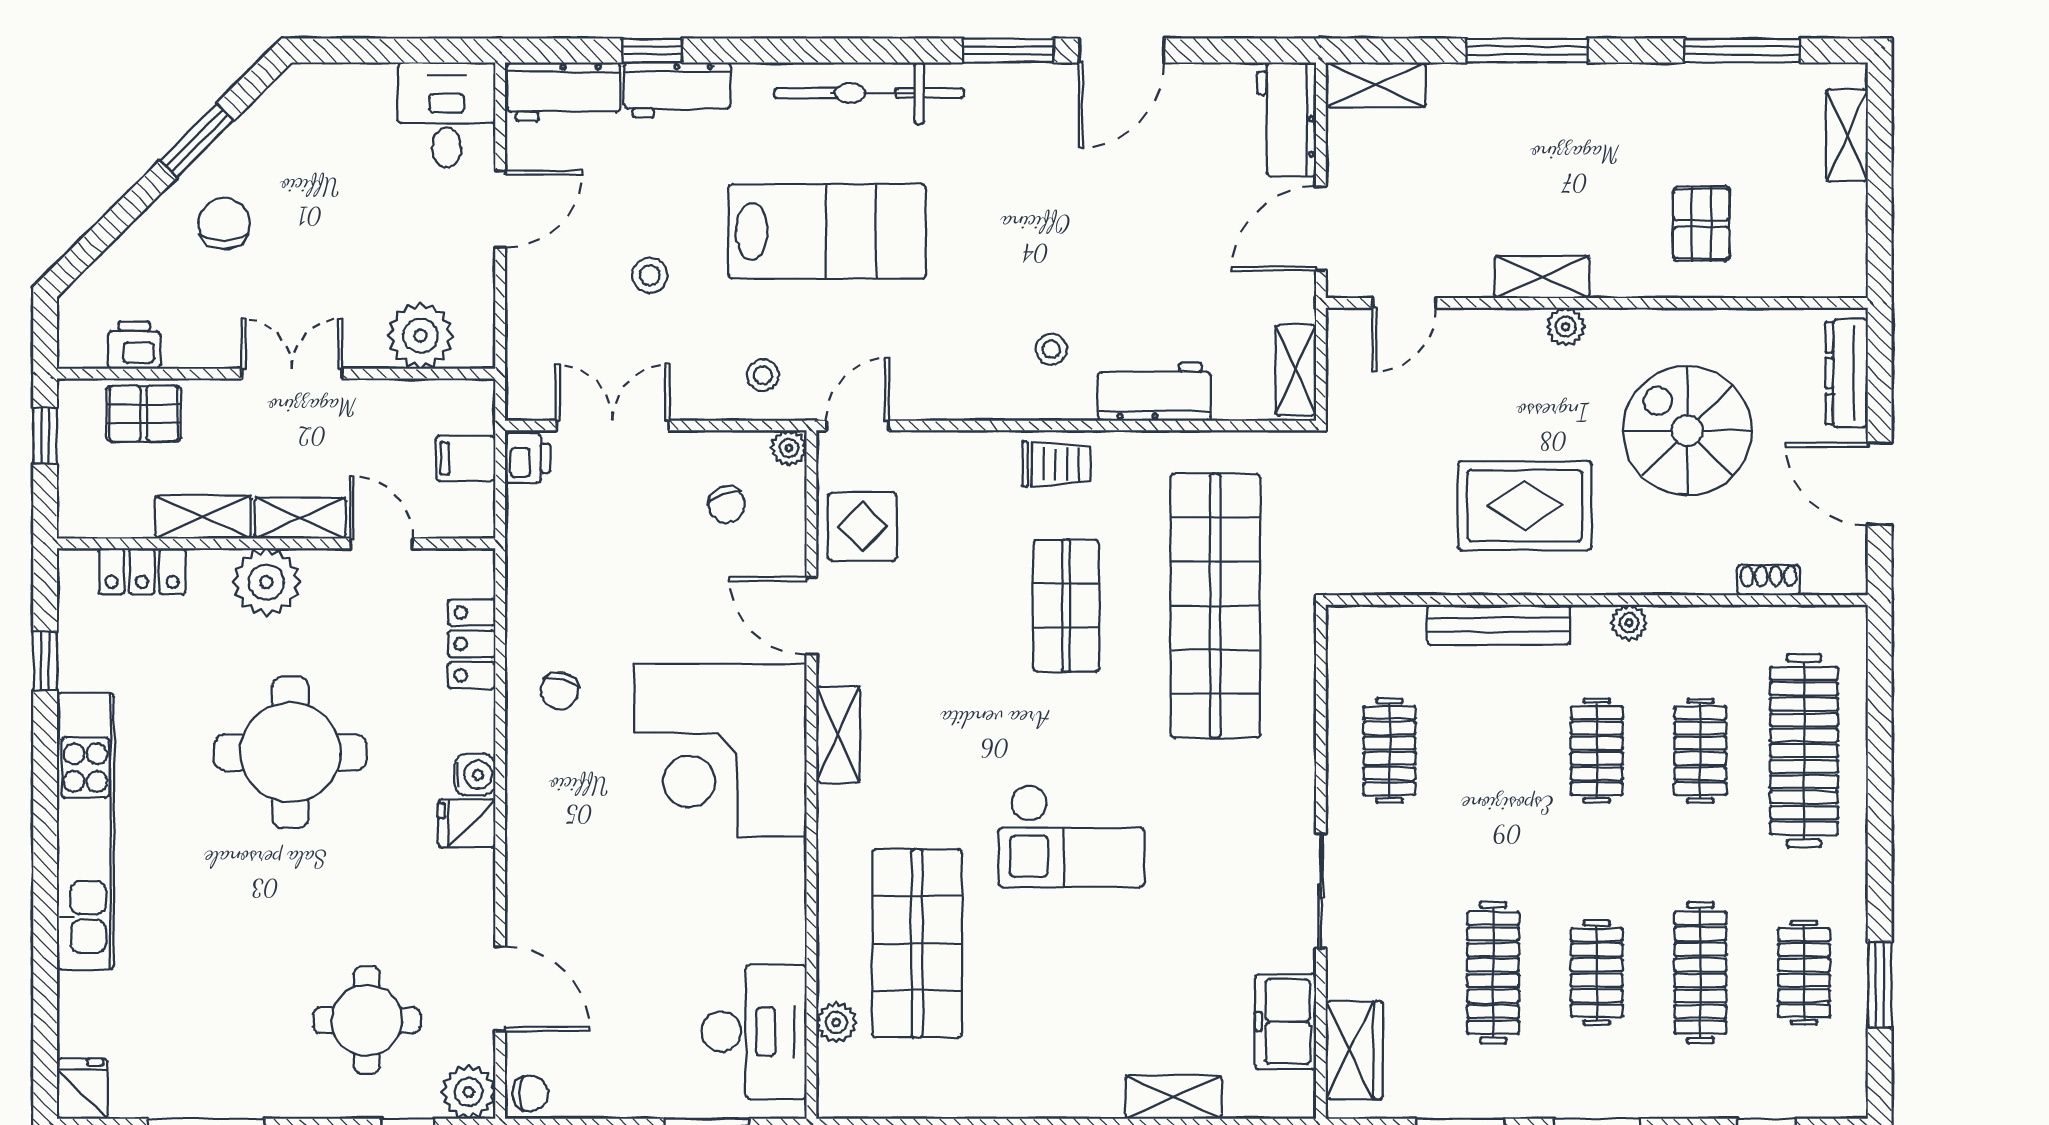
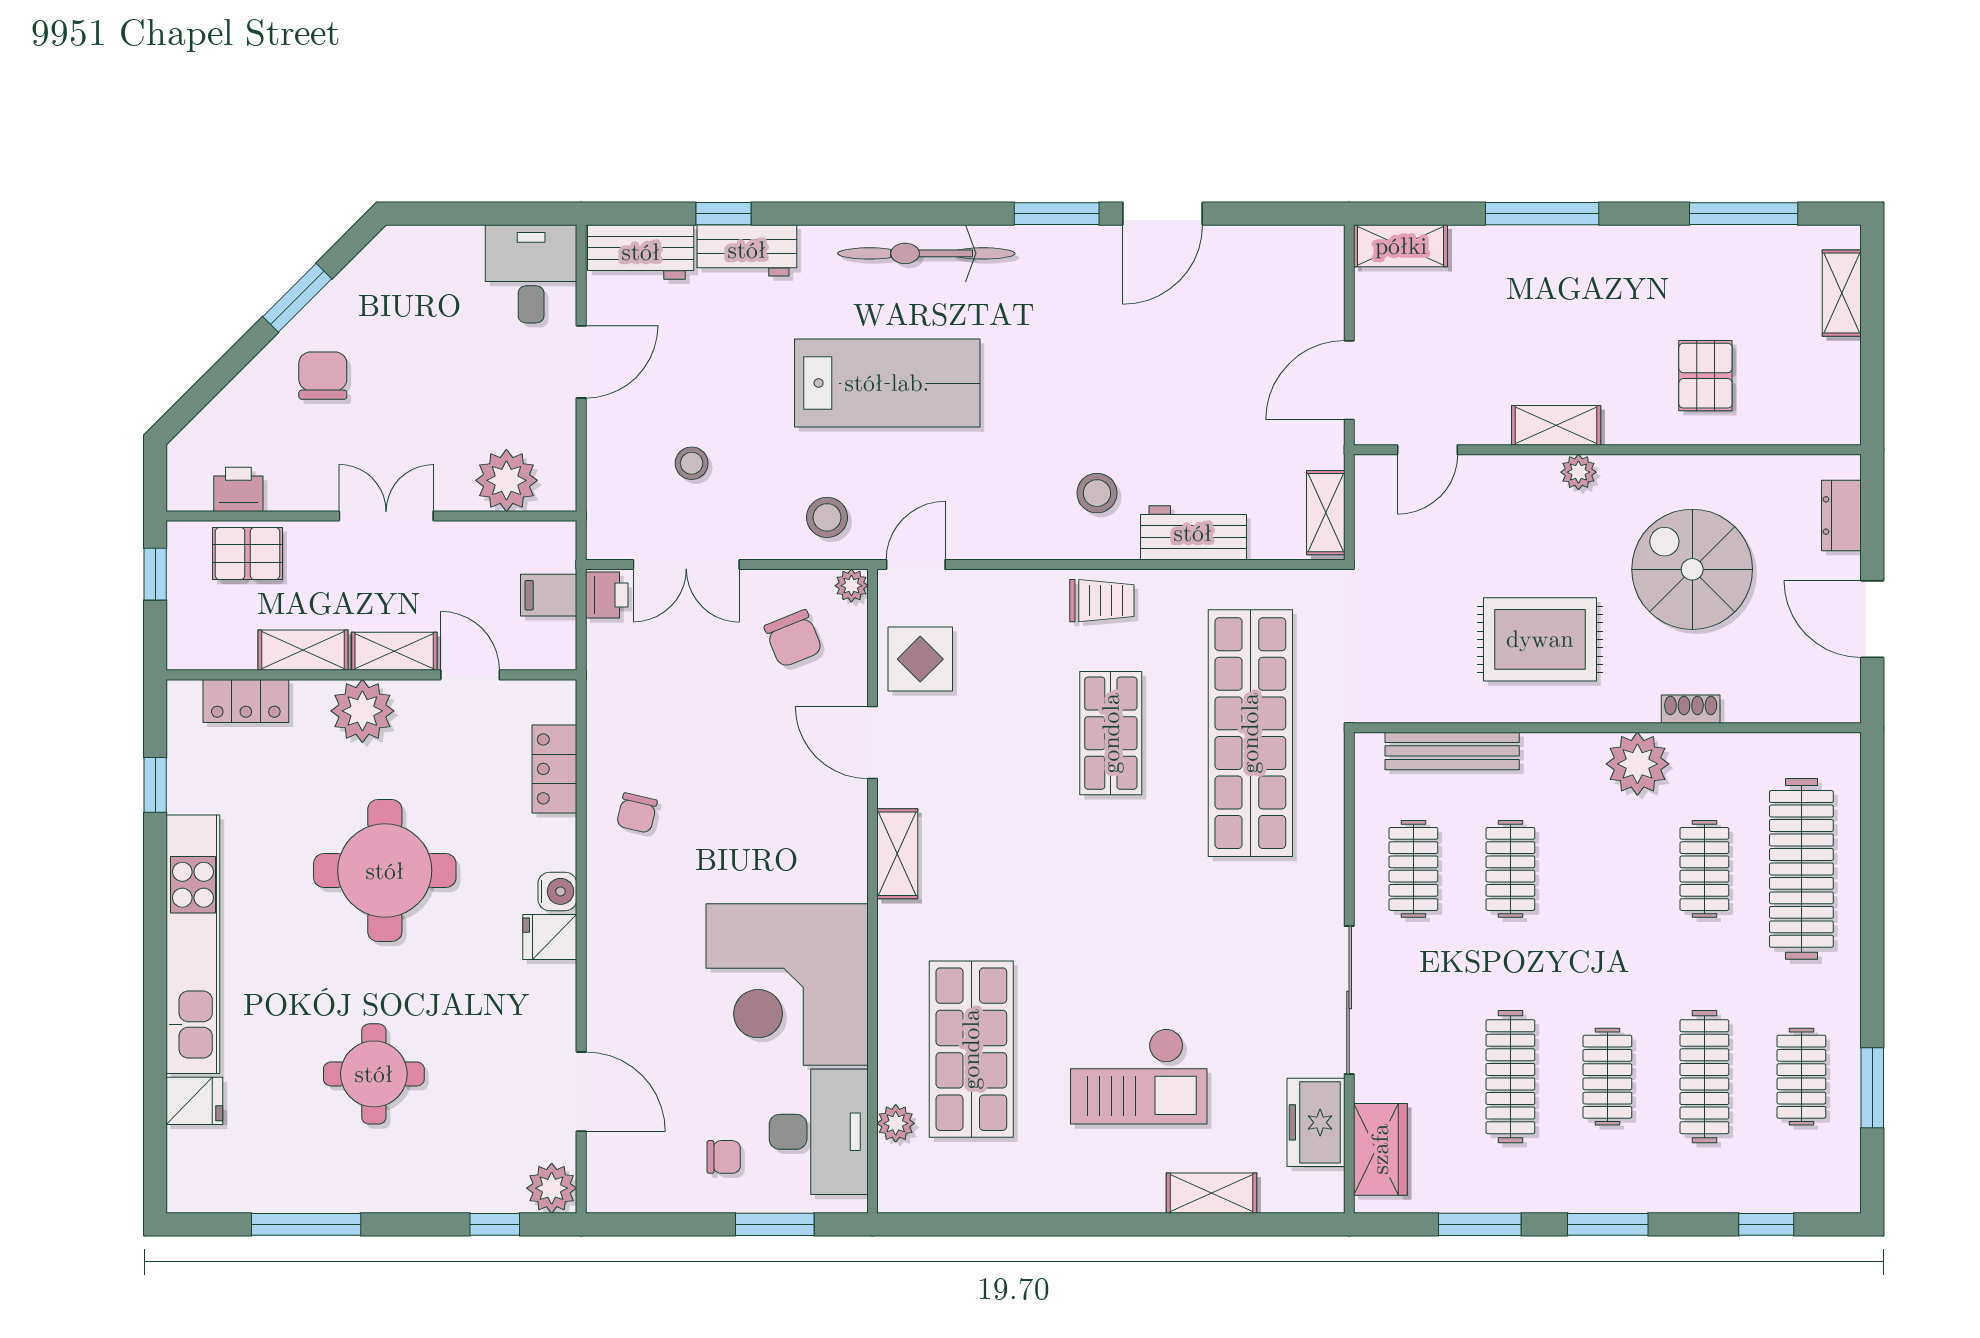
workbench: (1287, 119) -> (1317, 278), removed
stool: (650, 275) -> (692, 463), moved
stool: (1051, 349) -> (1097, 493), width x1.37, depth x1.37
dresser: (1847, 373) -> (1841, 515), width x0.70
stool: (763, 375) -> (827, 517), width x1.37, depth x1.37
double door: (612, 425) -> (686, 565), swing flipped
chair: (727, 505) -> (793, 639), width x1.37, depth x1.37
shoe rack: (1768, 580) -> (1691, 709), moved
plant: (1629, 623) -> (1637, 764), width x1.88, depth x1.88
bench: (1498, 625) -> (1452, 751), moved
corner desk: (720, 750) -> (787, 985), moved
clothes rail: (1597, 751) -> (1510, 869), moved
checkout: (1071, 836) -> (1139, 1076), moved
sliding door: (1321, 891) -> (1349, 1000), width x1.37
round table: (367, 1020) -> (374, 1074), moved
fridge: (82, 1089) -> (194, 1101), moved, turned 90
chair: (530, 1093) -> (724, 1157), moved

